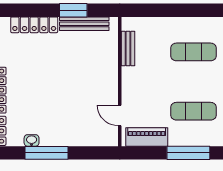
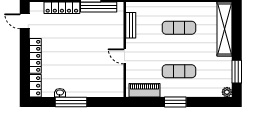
door: (120, 115) -> (125, 56), moved
window: (188, 153) -> (175, 102), width x0.69

